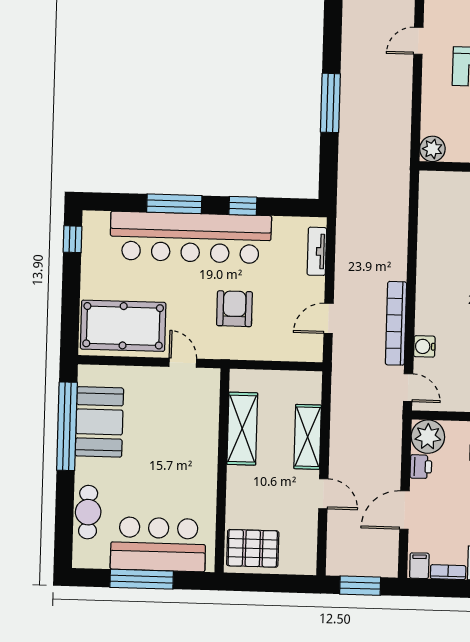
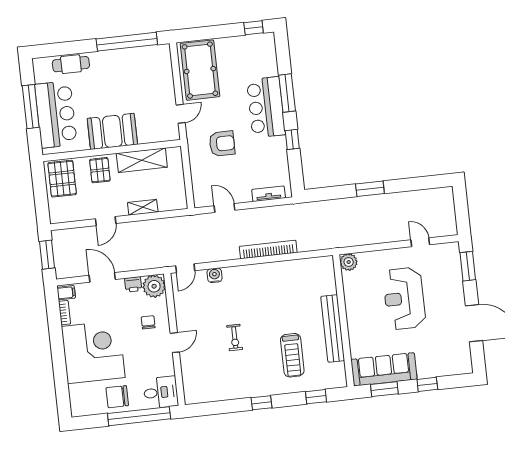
window: (330, 103) -> (370, 189), width x0.69
bar counter: (191, 237) -> (266, 107), width x0.54
bookcase: (396, 323) -> (268, 249), moved
booth: (99, 422) -> (112, 131), moved
shelving: (308, 437) -> (143, 207), width x0.67, depth x0.75
pallet: (248, 492) -> (100, 170), added

